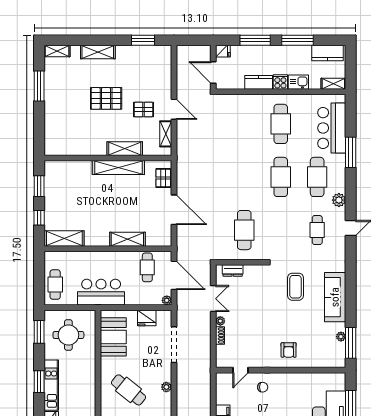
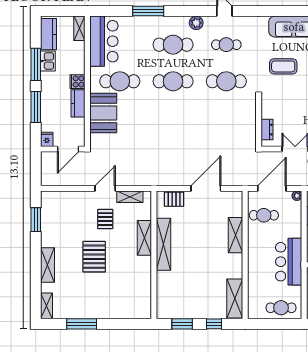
kitchen sink: (298, 82) -> (48, 61), moved, turned 180
booth: (249, 107) -> (103, 113), added
bar counter: (332, 128) -> (104, 41), moved, turned -90
cafe table: (244, 230) -> (226, 81), moved

